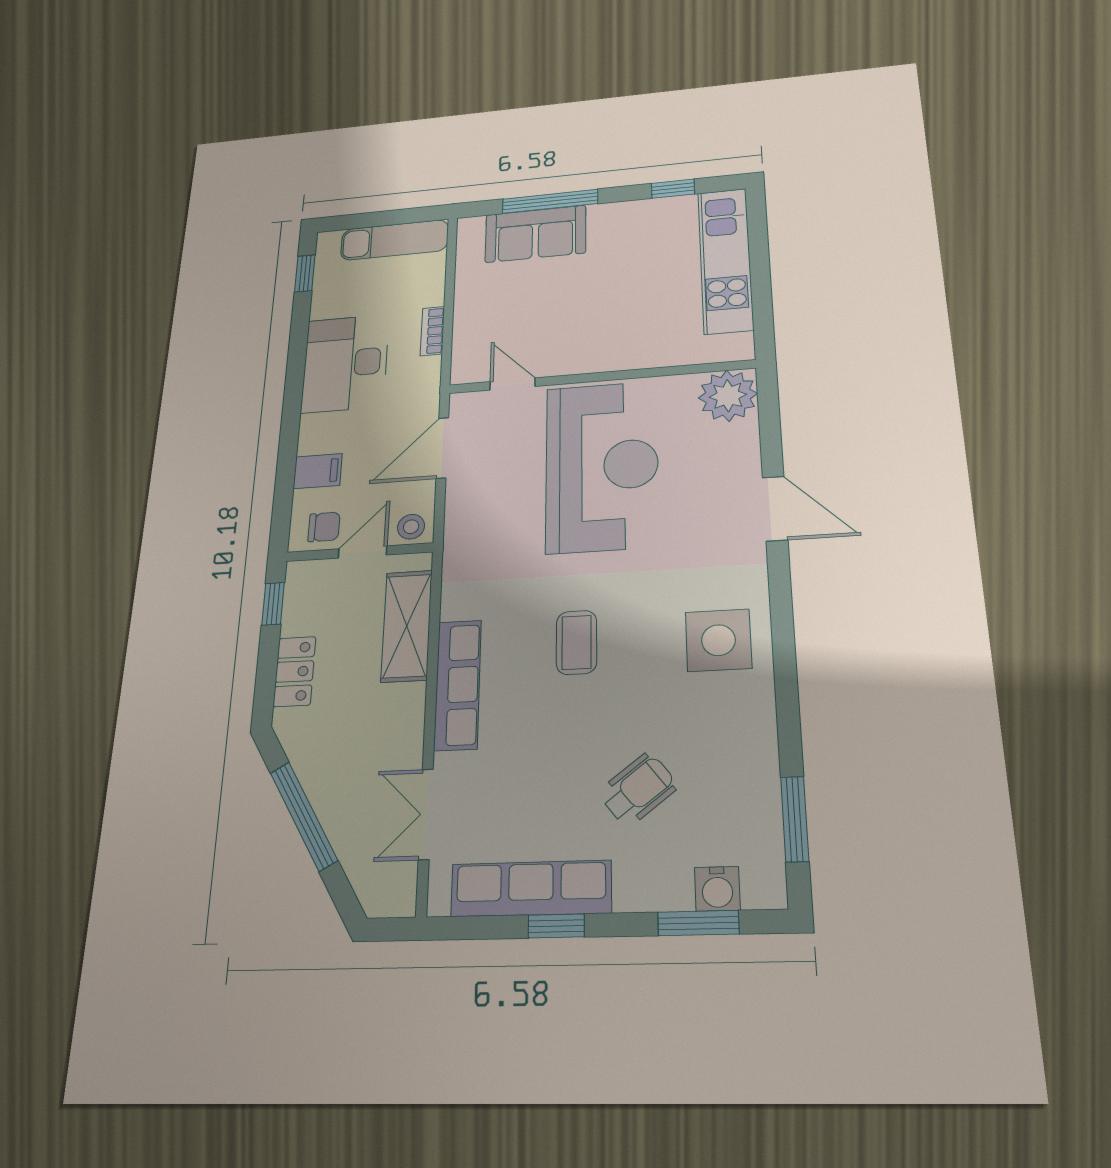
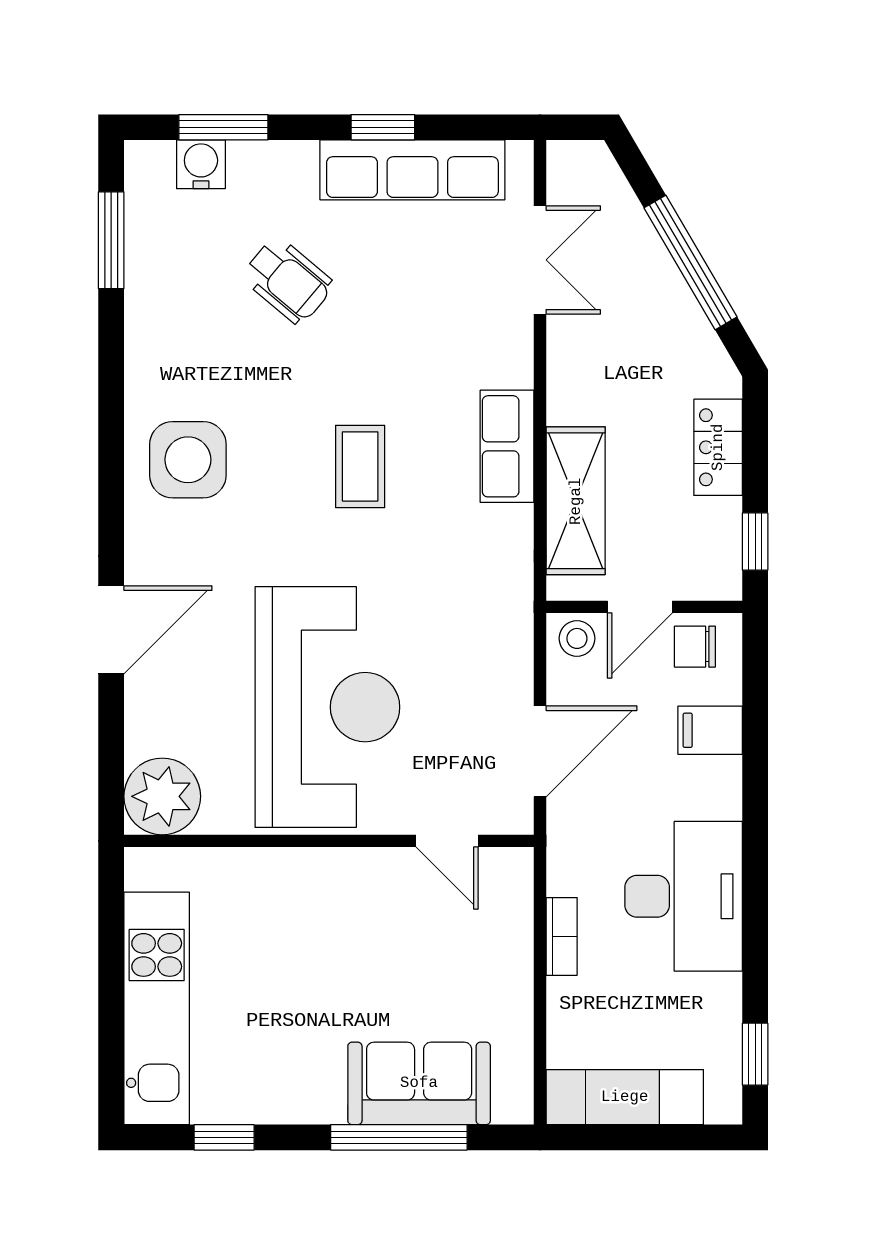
reception desk: (602, 466) -> (327, 707), turned 180
door: (775, 509) -> (111, 630), swing flipped
row of seats: (458, 685) -> (507, 446), width x0.68
wheelchair: (638, 789) -> (288, 281), turned -102

